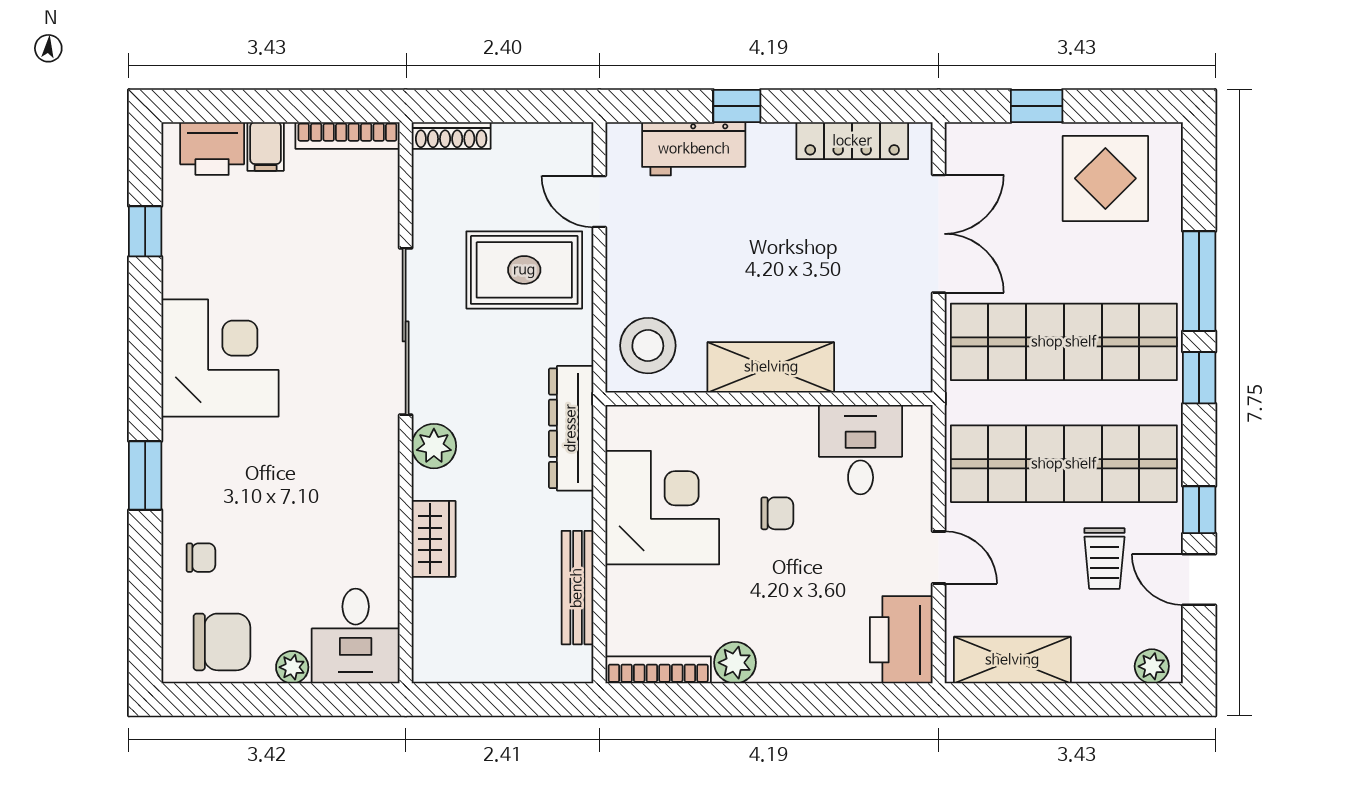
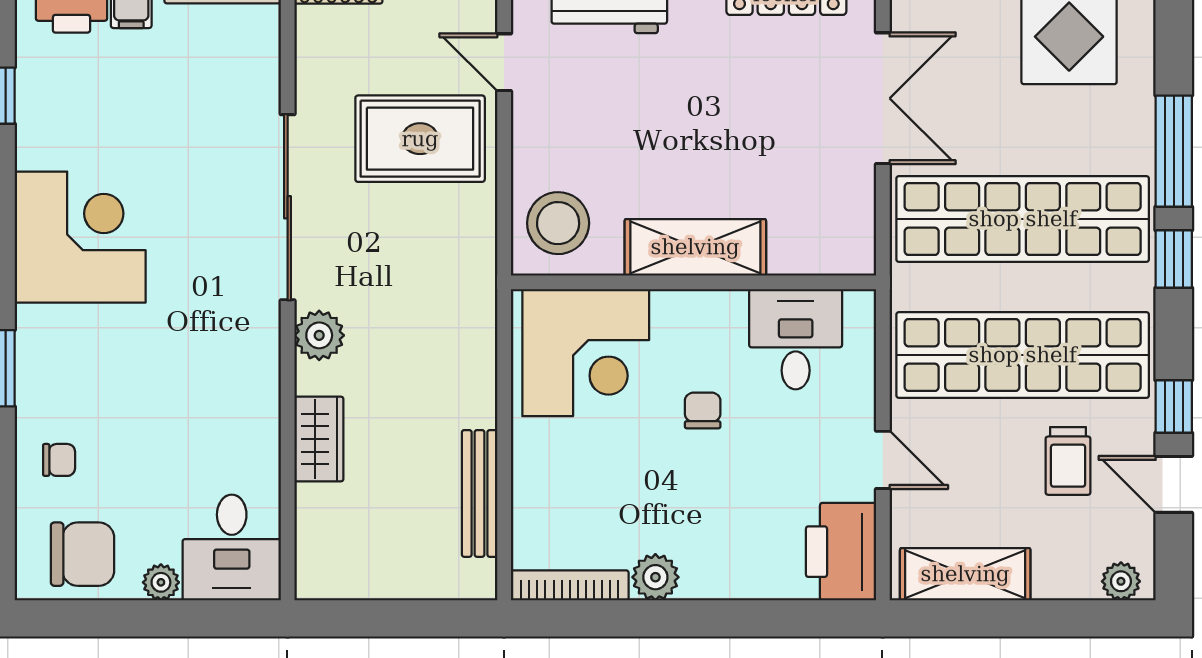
dresser: (571, 428) -> (472, 315), removed
corner desk: (662, 508) -> (586, 353), moved, turned 90
chair: (777, 513) -> (703, 410), turned -90

